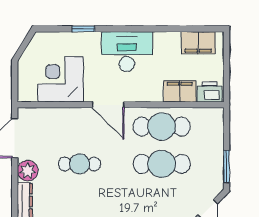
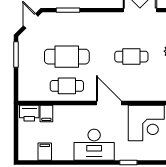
filing cabinet: (198, 43) -> (45, 152), width x0.50
filing cabinet: (180, 91) -> (46, 113), width x0.50
cafe table: (162, 127) -> (67, 86), width x0.73, depth x0.74

